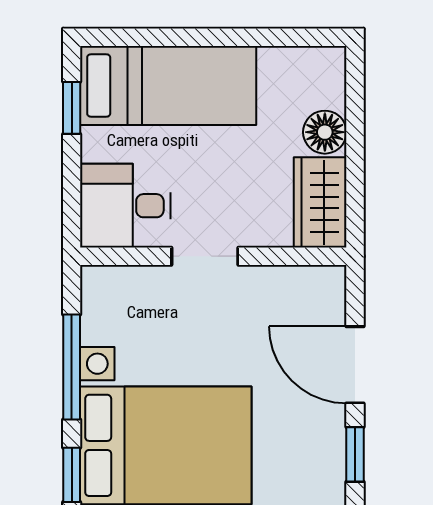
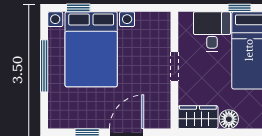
desk: (125, 206) -> (212, 32), moved
window: (72, 367) -> (126, 8), removed

